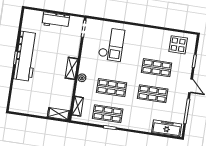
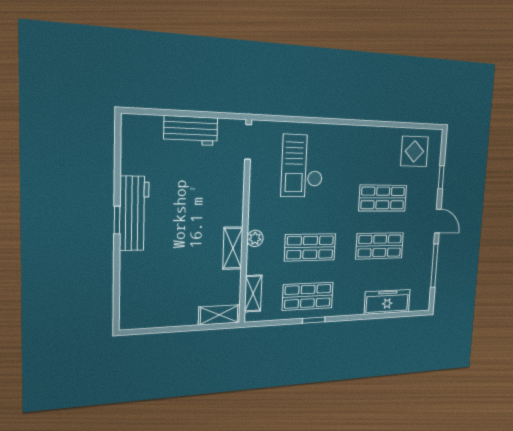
checkout: (111, 44) -> (303, 166), turned 180
workbench: (26, 56) -> (134, 213), width x0.73, depth x0.76
shelving: (72, 68) -> (233, 248), moved
freezer: (167, 128) -> (387, 302), moved

